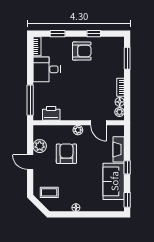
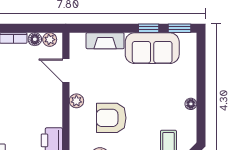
door: (99, 123) -> (66, 70), swing flipped
window: (127, 167) -> (149, 28), moved

